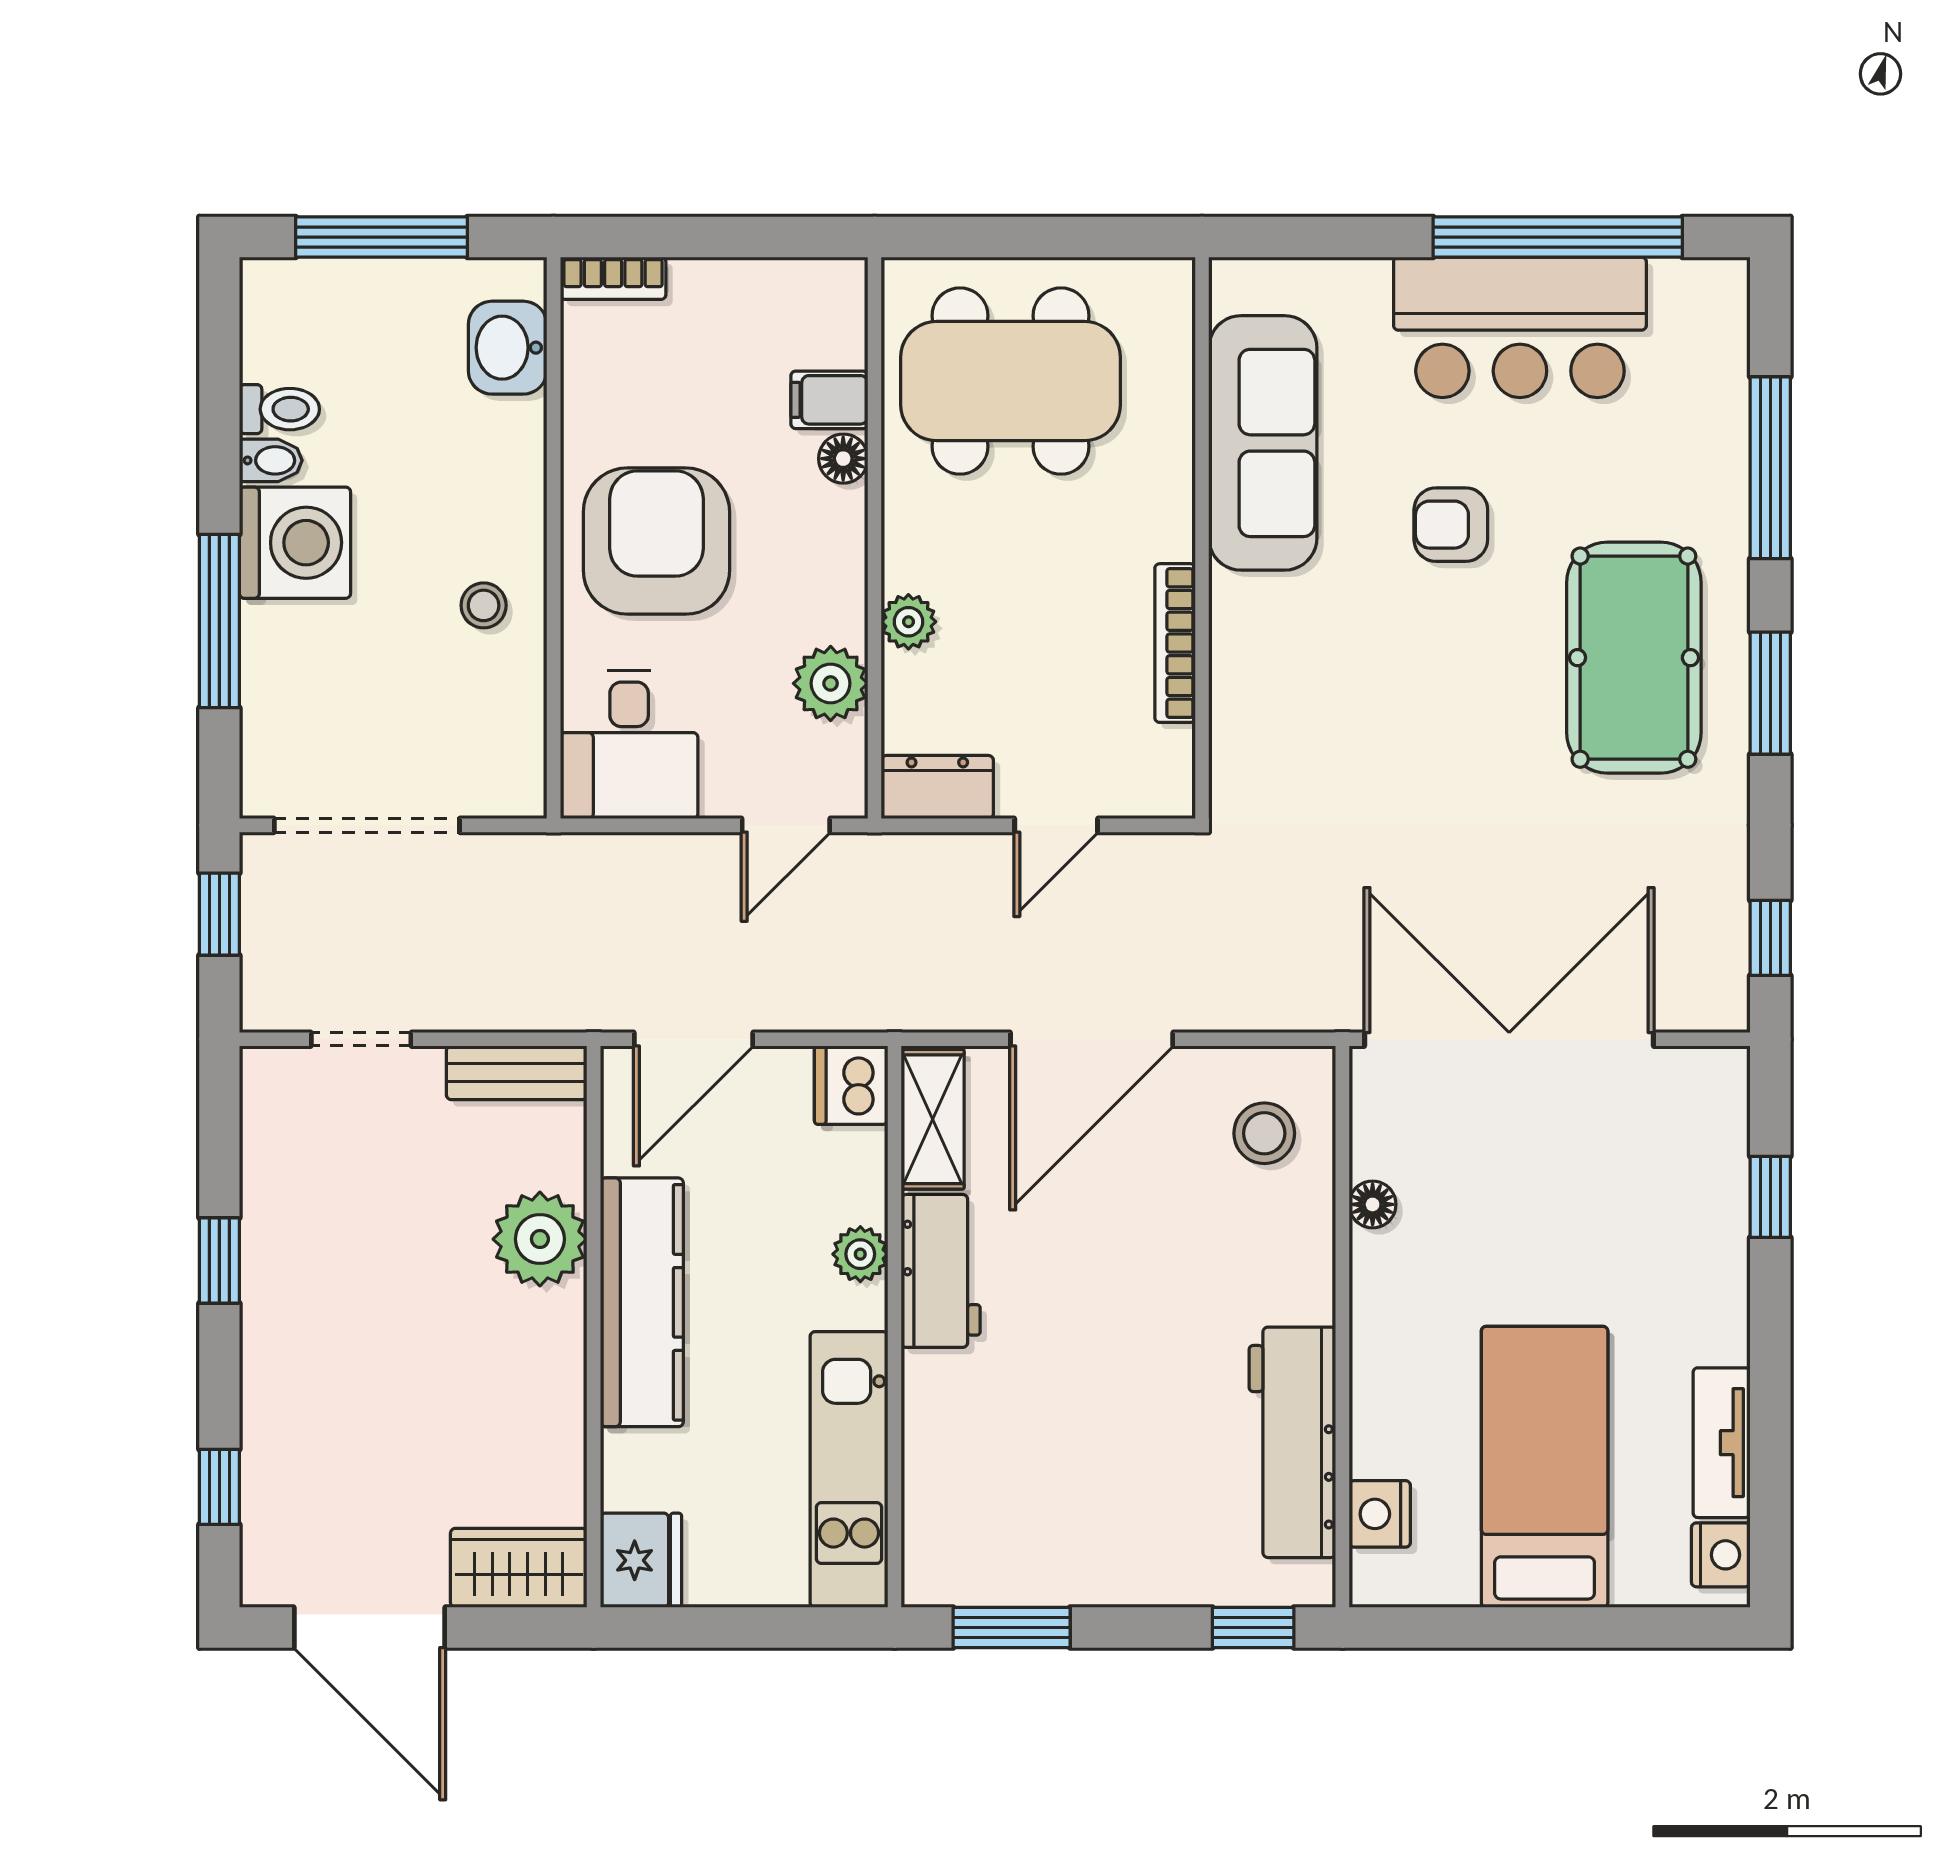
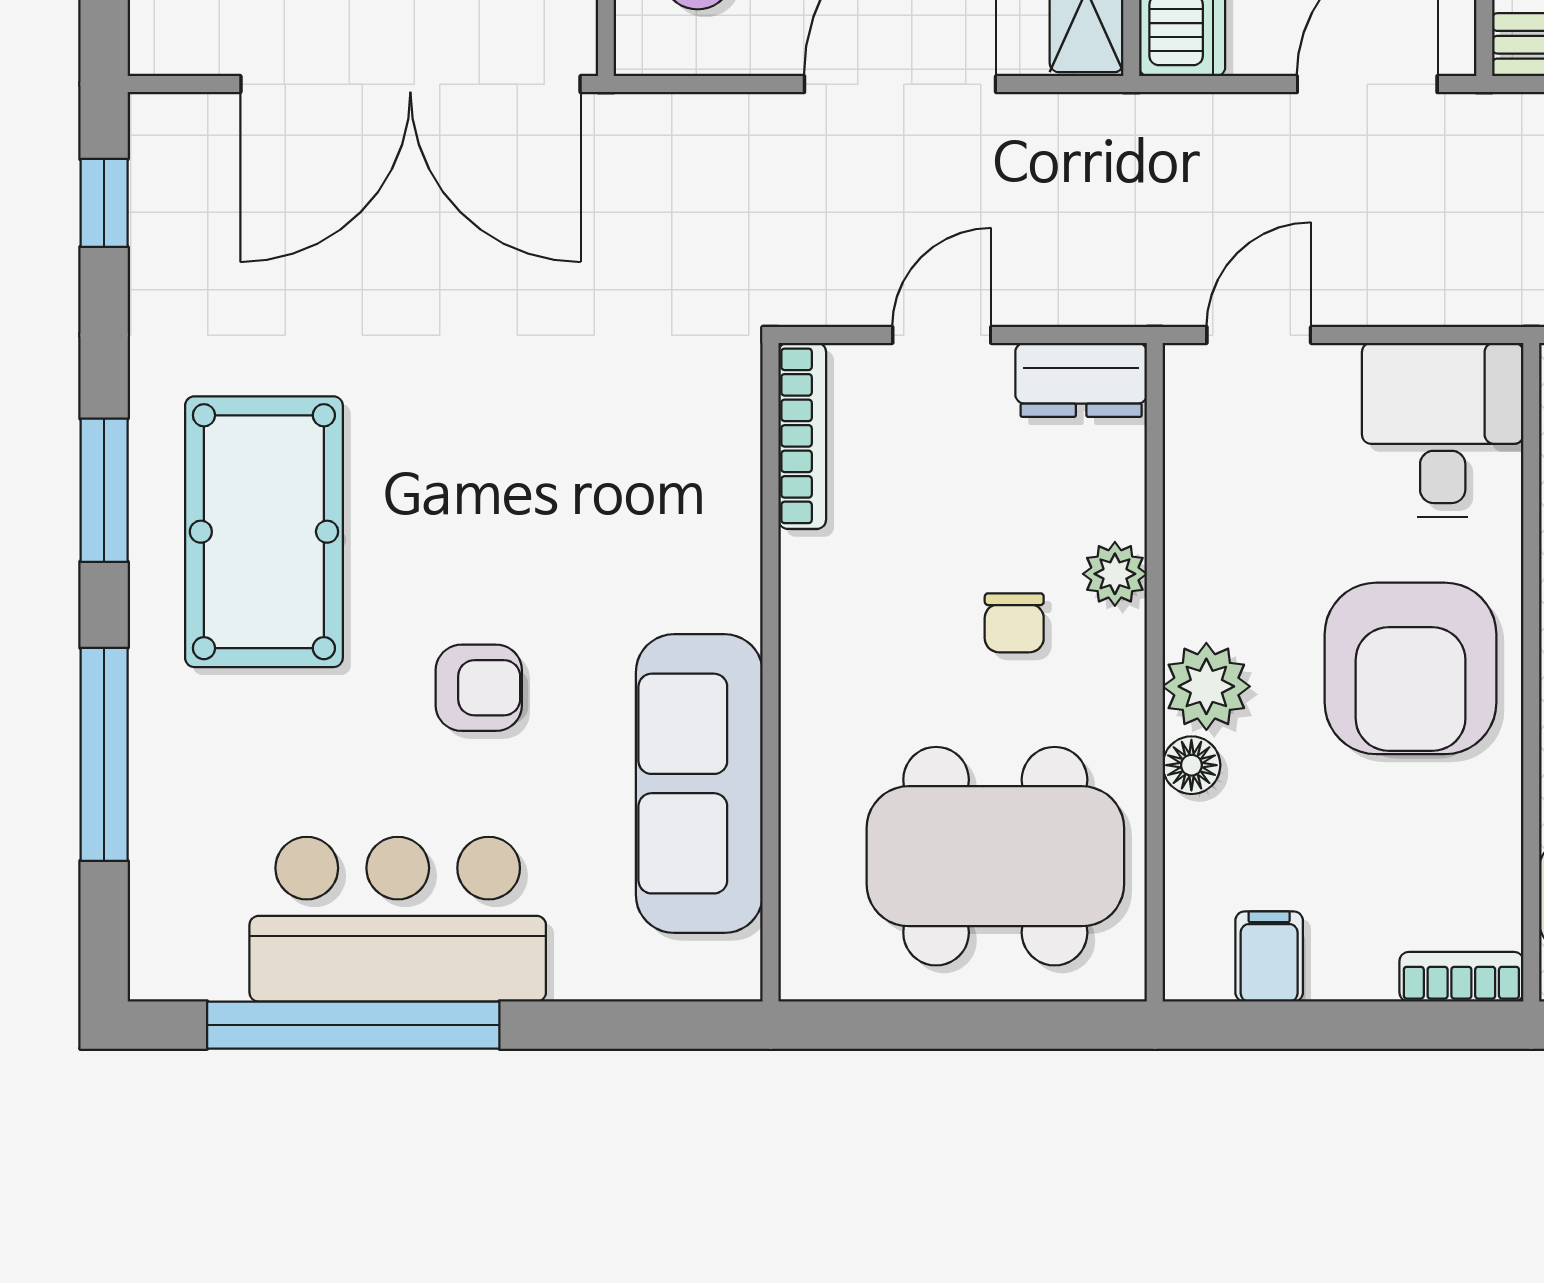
filing cabinet: (829, 400) -> (1269, 956), moved, turned -90
chair: (994, 580) -> (1014, 623), added
bookcase: (1175, 643) -> (802, 436), moved
plant: (831, 683) -> (1206, 686), moved

